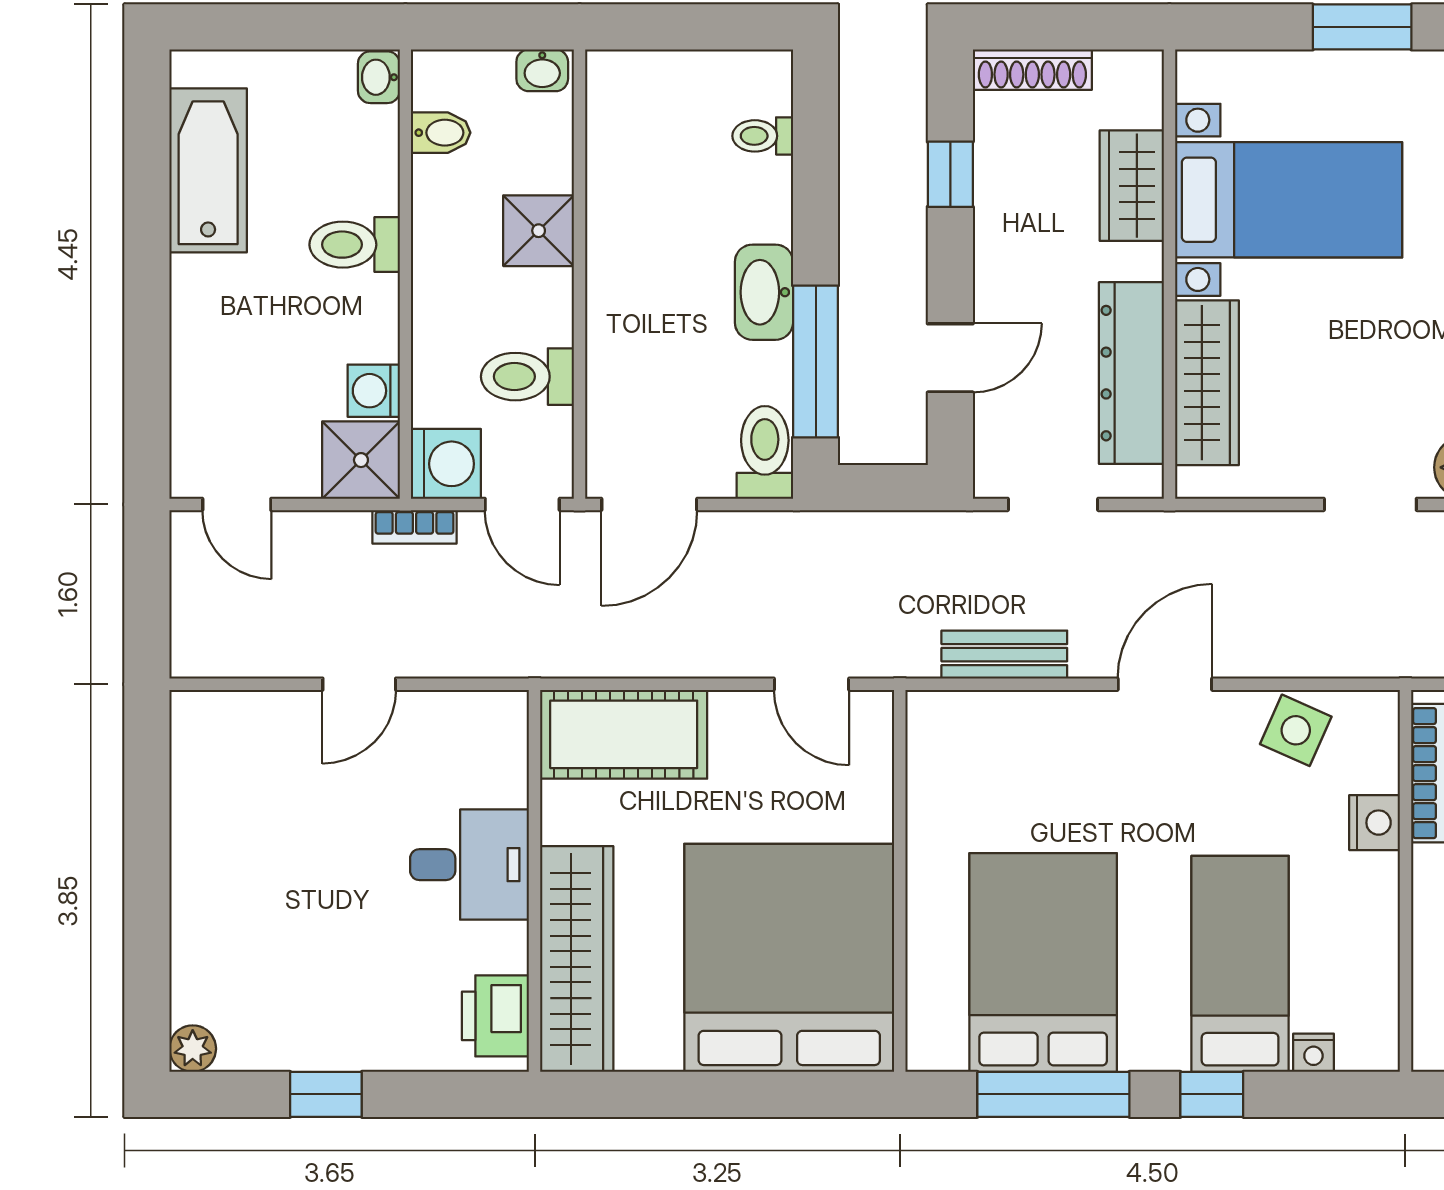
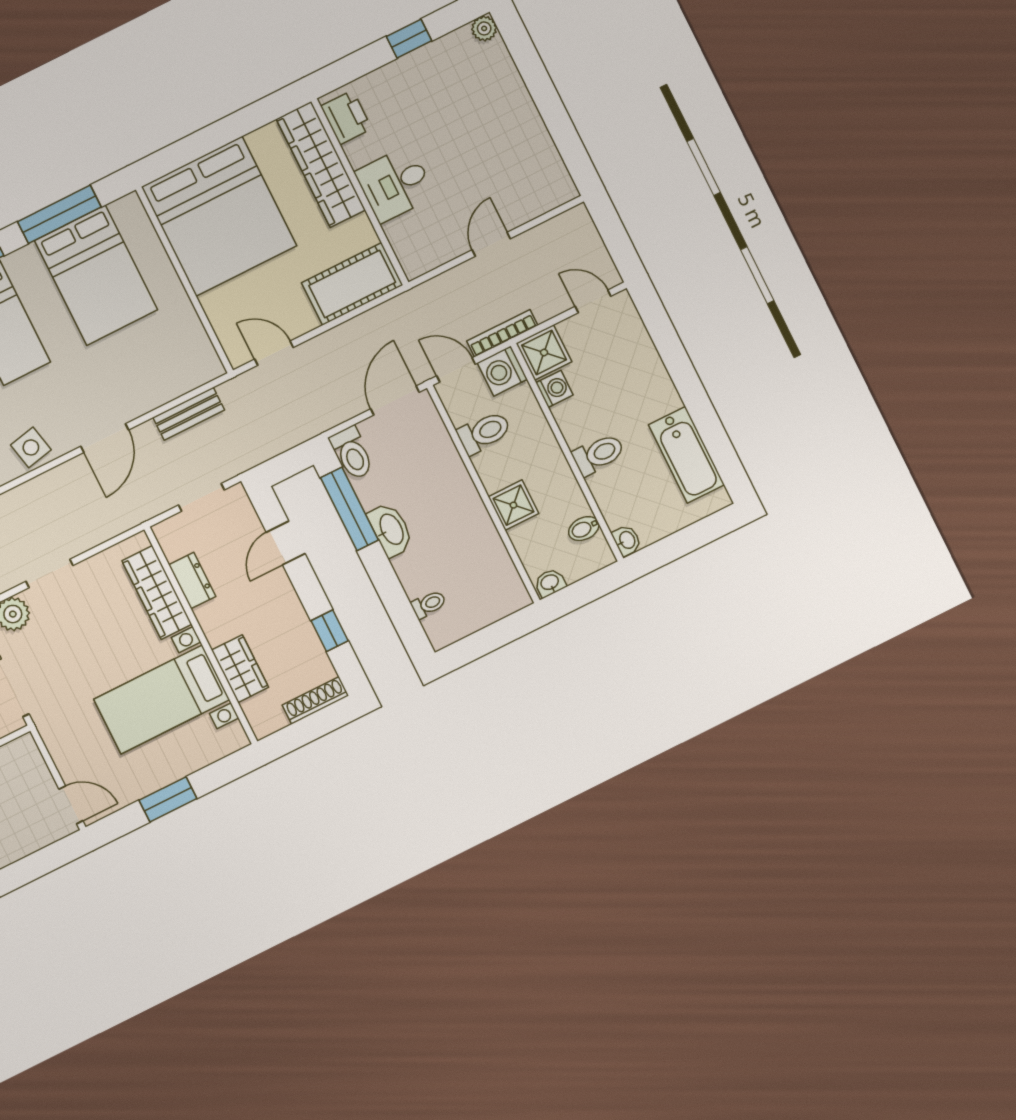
dresser: (1131, 373) -> (192, 581), width x0.51, depth x0.80
bookcase: (415, 527) -> (502, 333), width x1.56
side table: (1296, 730) -> (31, 447), turned -36

